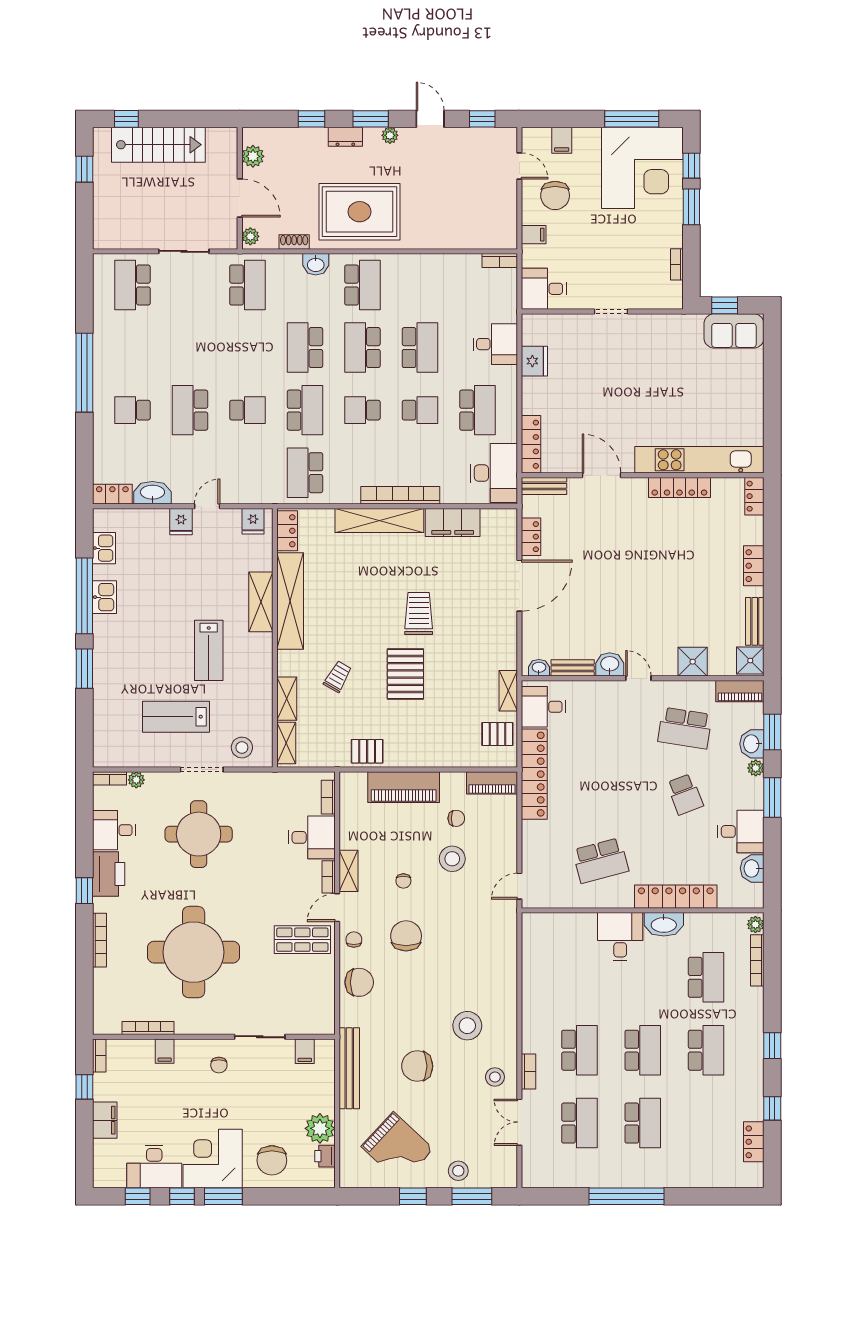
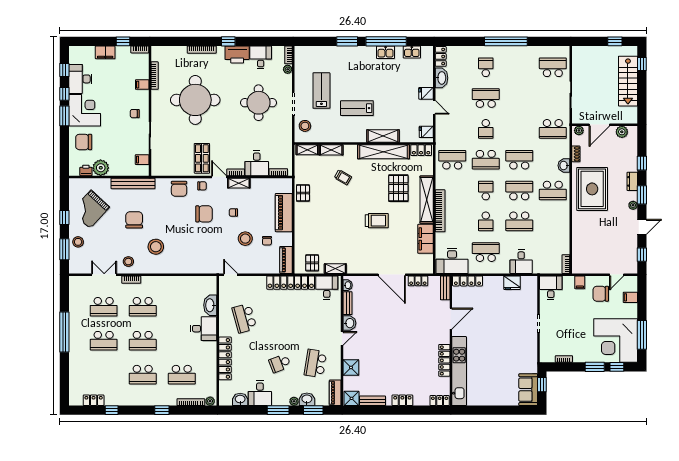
school desk: (477, 410) -> (486, 252), turned 180
pallet: (405, 674) -> (398, 188), moved, turned 90
washbasin: (664, 924) -> (210, 305), moved
window: (772, 1046) -> (162, 410), moved

